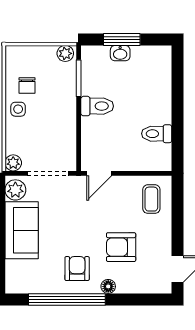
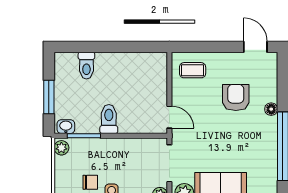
washbasin: (120, 53) -> (66, 127), moved, turned -90
toilet: (157, 134) -> (86, 66), moved
armchair: (121, 247) -> (236, 97), turned 180
armchair: (77, 269) -> (255, 137), removed

